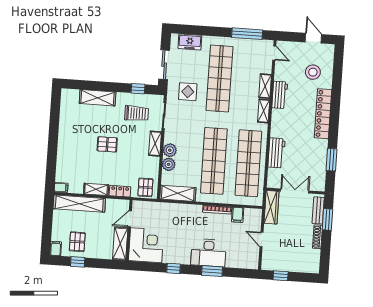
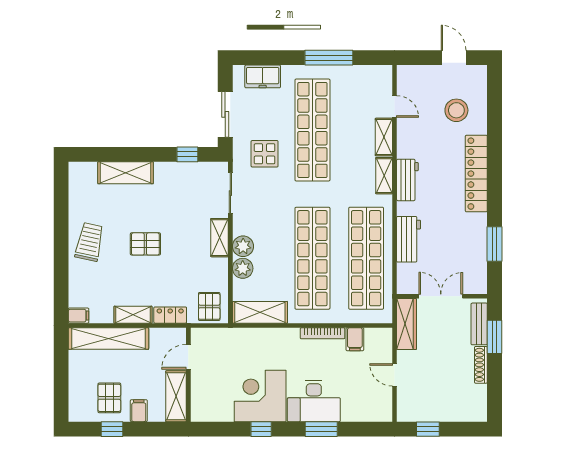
window: (247, 34) -> (329, 58), moved
door: (274, 53) -> (395, 106), moved
workbench: (280, 95) -> (407, 180), moved
trolley: (137, 113) -> (89, 242), moved, turned -78
corner desk: (146, 245) -> (260, 396), moved, turned -90
filing cabinet: (56, 249) -> (139, 411), moved

